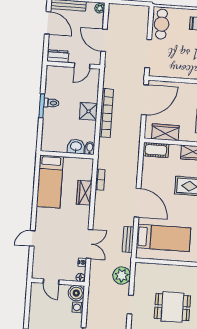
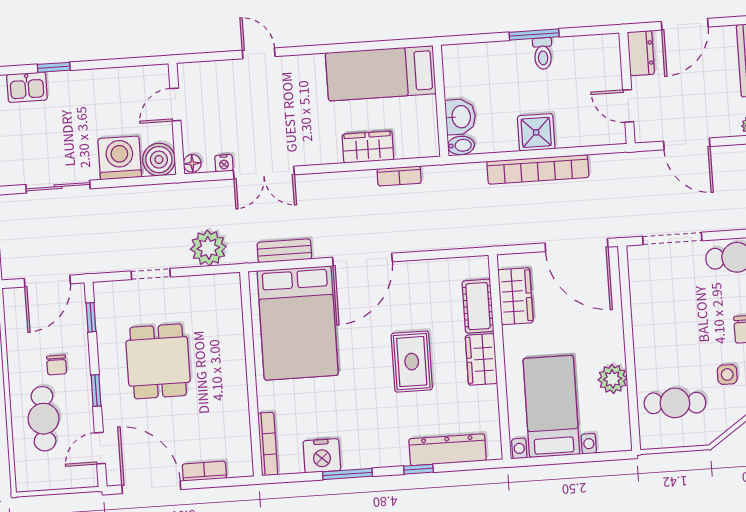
door: (48, 23) -> (685, 24), moved
door: (104, 40) -> (687, 144), swing flipped
cot: (156, 150) -> (478, 306), moved
bed: (163, 238) -> (298, 323), width x1.50
washing machine: (78, 307) -> (120, 158), width x1.89, depth x1.89

